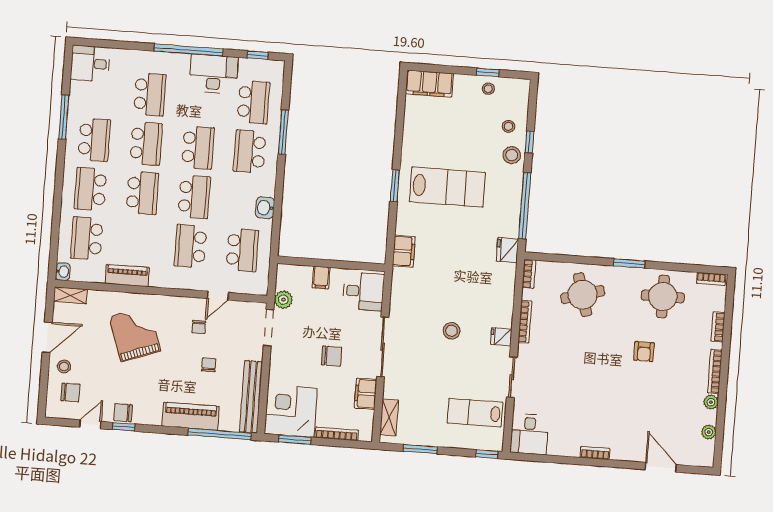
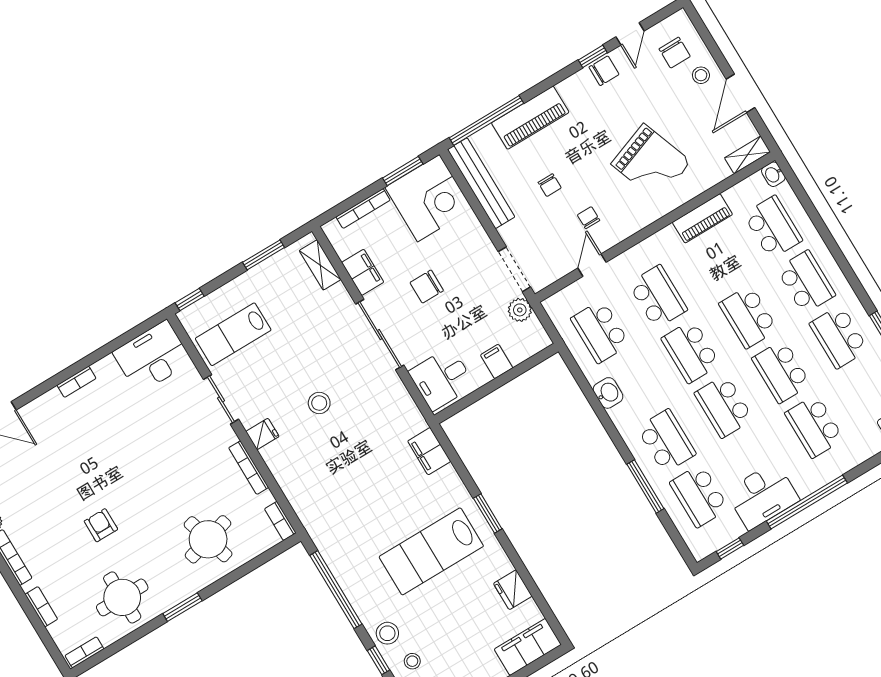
fridge: (507, 250) -> (513, 590), moved, turned 180
chair: (70, 392) -> (675, 53), turned -90
lab bench: (475, 413) -> (233, 334), turned 180
desk: (529, 434) -> (152, 357), width x1.37

